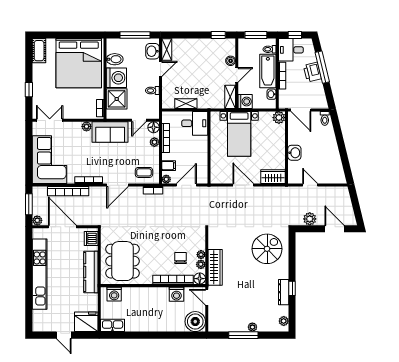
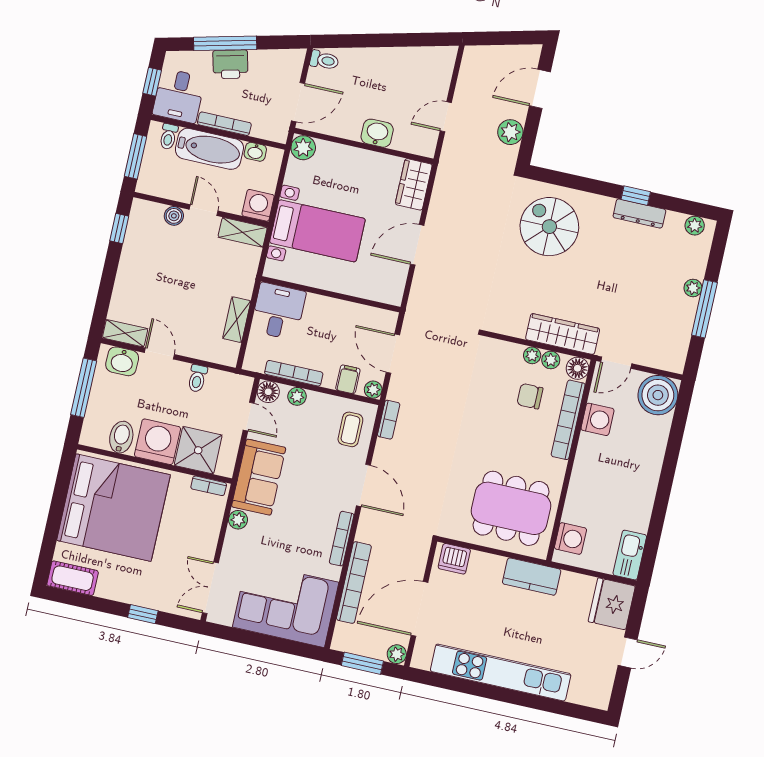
kitchen counter: (91, 272) -> (532, 577), width x0.67

